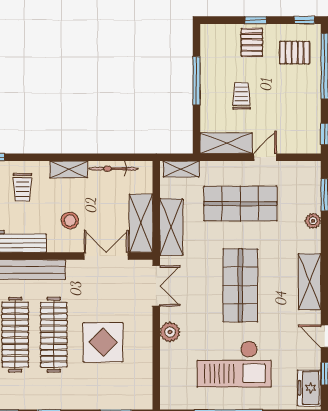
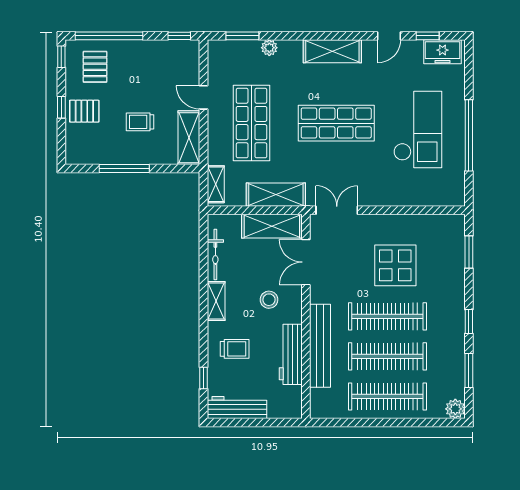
plant: (170, 332) -> (385, 196), removed

